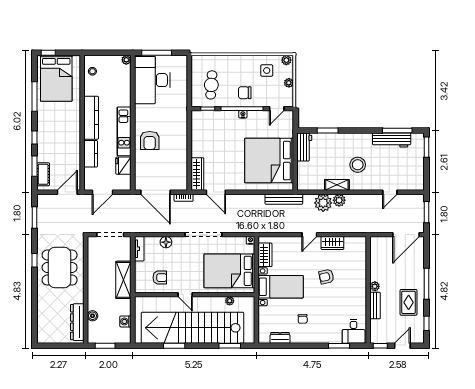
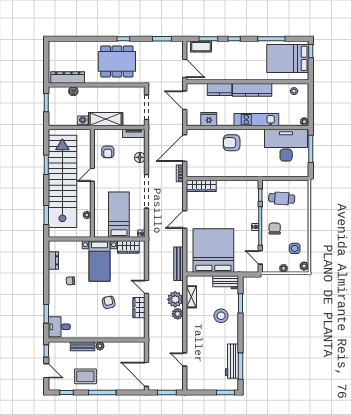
kitchen unit: (124, 131) -> (256, 120), moved
stool: (358, 165) -> (221, 316), moved
shelving: (337, 185) -> (191, 297), moved
door: (216, 192) -> (185, 219), moved
bed: (229, 271) -> (119, 215), width x0.67
washing machine: (125, 321) -> (83, 121), moved

